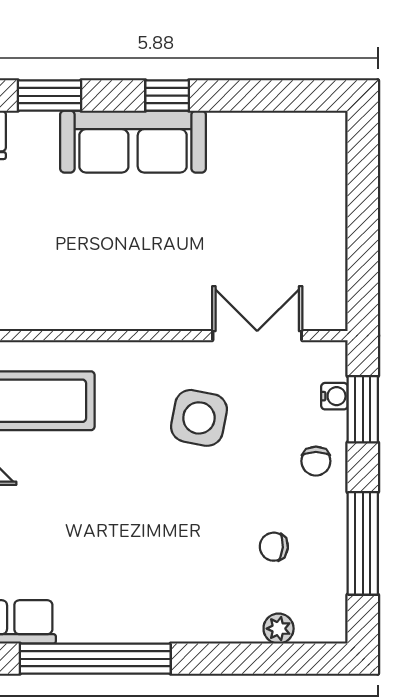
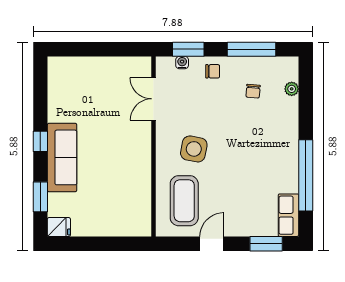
side table: (199, 418) -> (194, 149), moved

